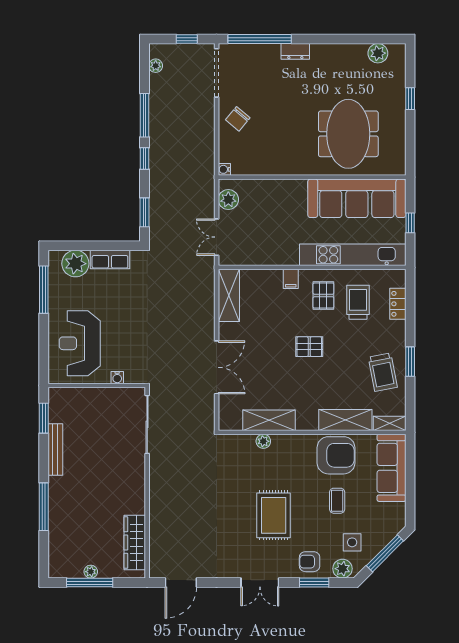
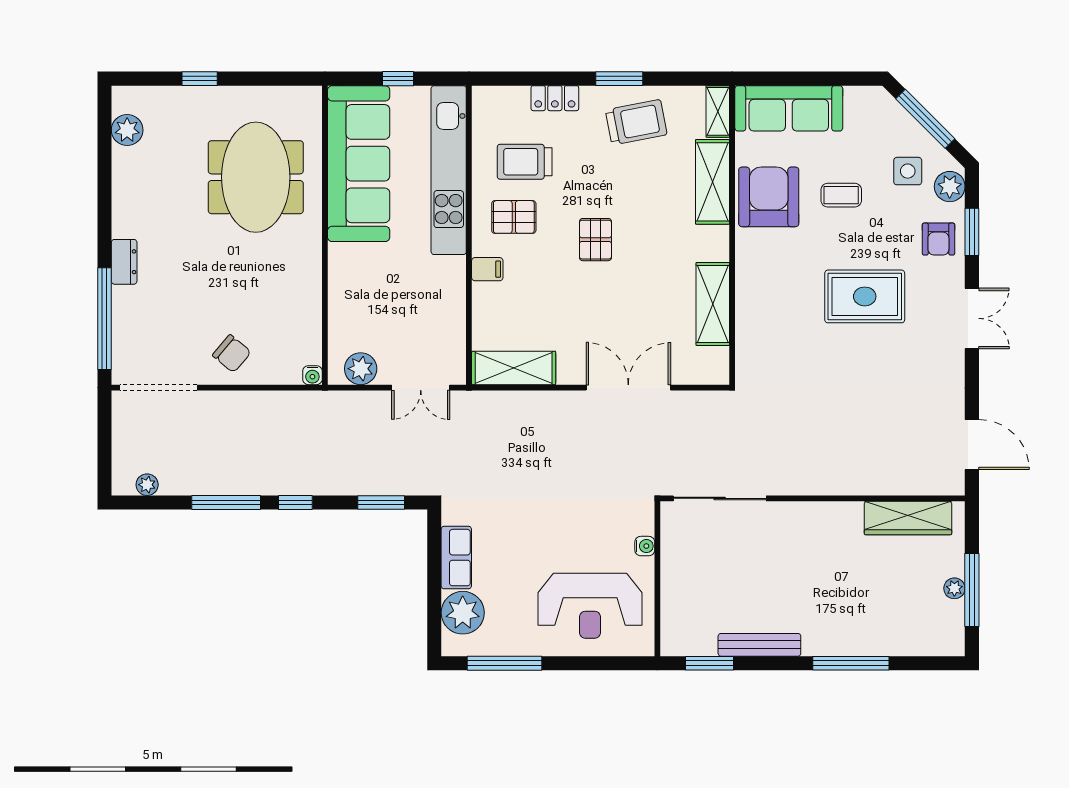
window: (187, 39) -> (105, 435), removed
meeting table: (348, 134) -> (256, 177), turned 90
locker: (398, 304) -> (555, 98), moved
plant: (263, 441) -> (746, 313), removed

